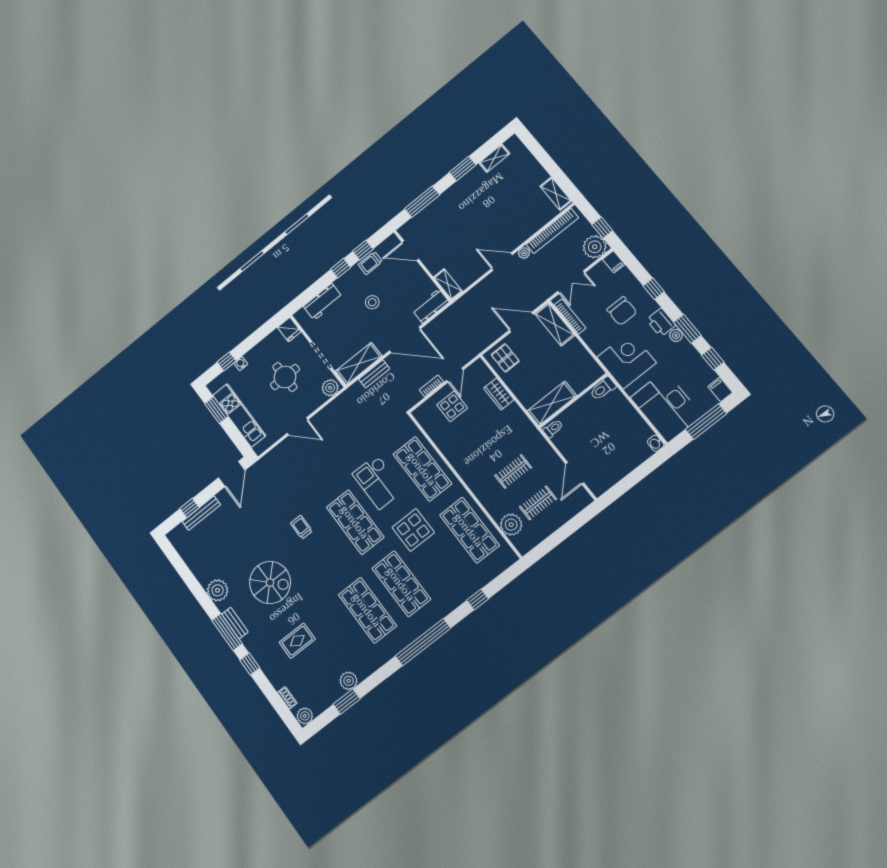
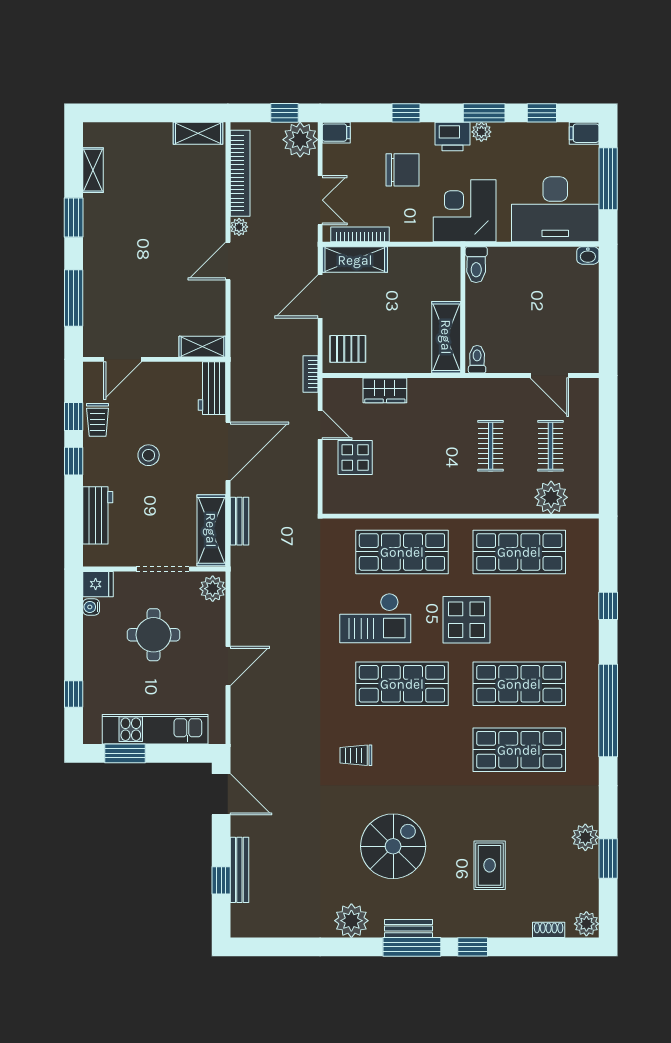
water cooler: (241, 364) -> (91, 607), moved
bookcase: (431, 386) -> (310, 374), moved

